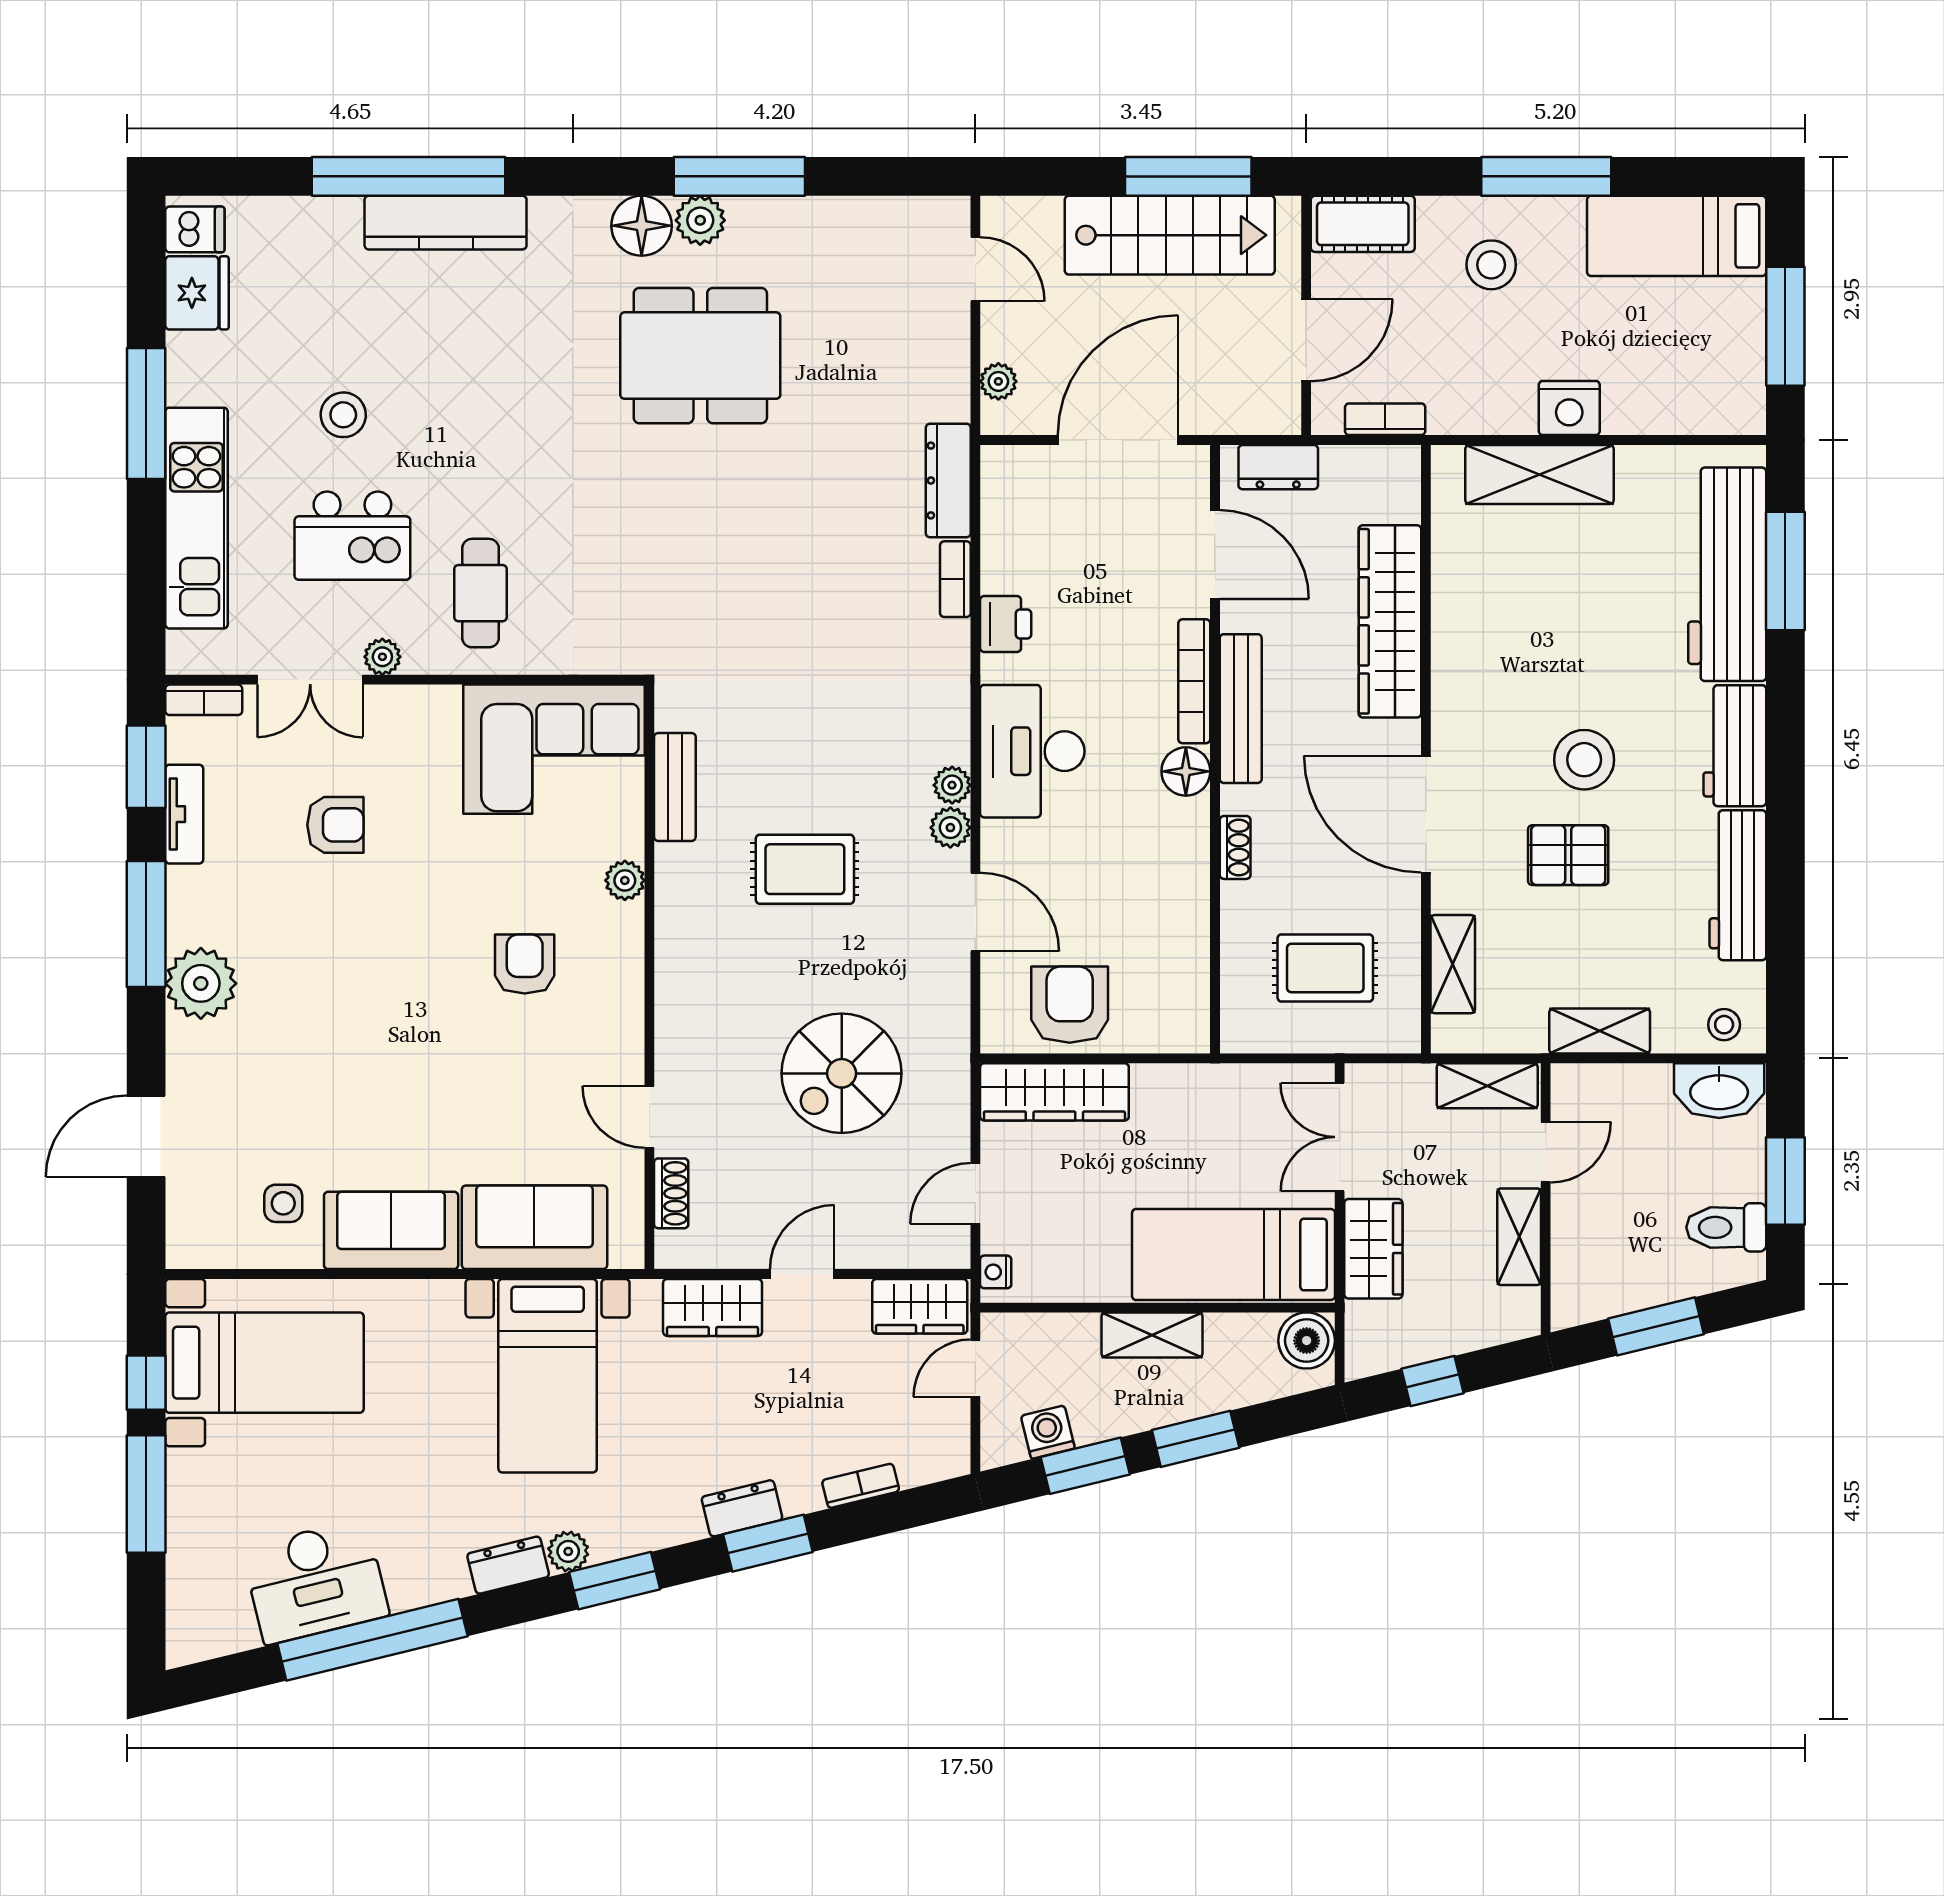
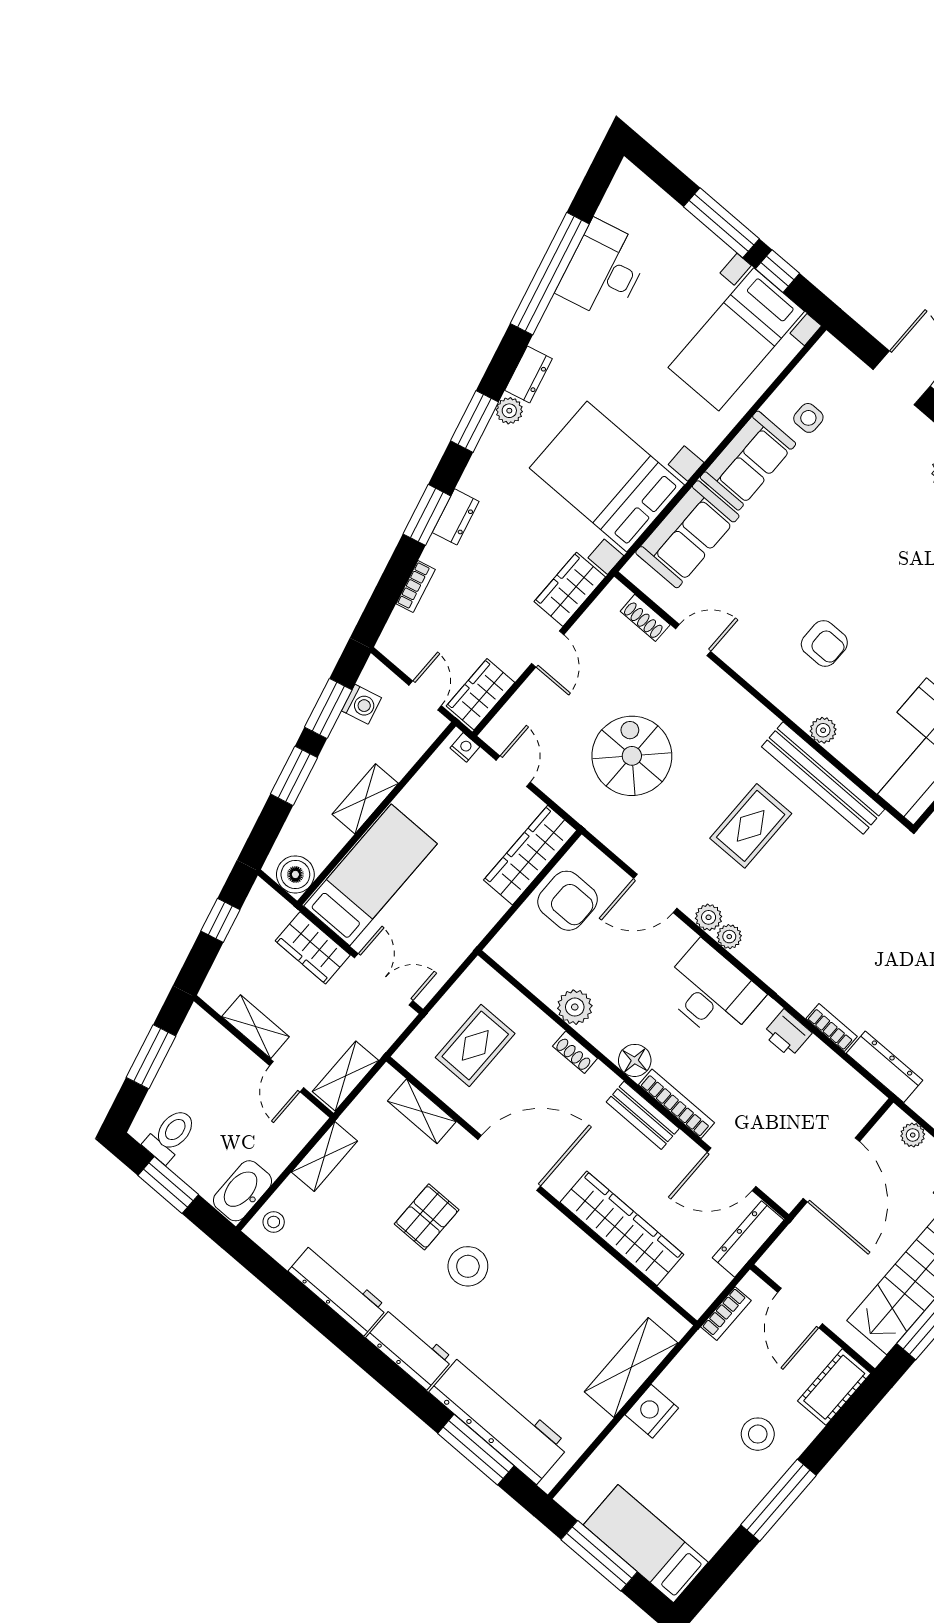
bed: (1677, 236) -> (646, 1544), moved, turned -90
dresser: (1278, 467) -> (748, 1239), width x1.44
bench: (1241, 709) -> (643, 1115), width x0.73
bench: (675, 787) -> (823, 778), width x1.86, depth x1.21
plant: (1184, 892) -> (575, 1007), added
bed with nightstands: (548, 1376) -> (607, 476), width x1.36

